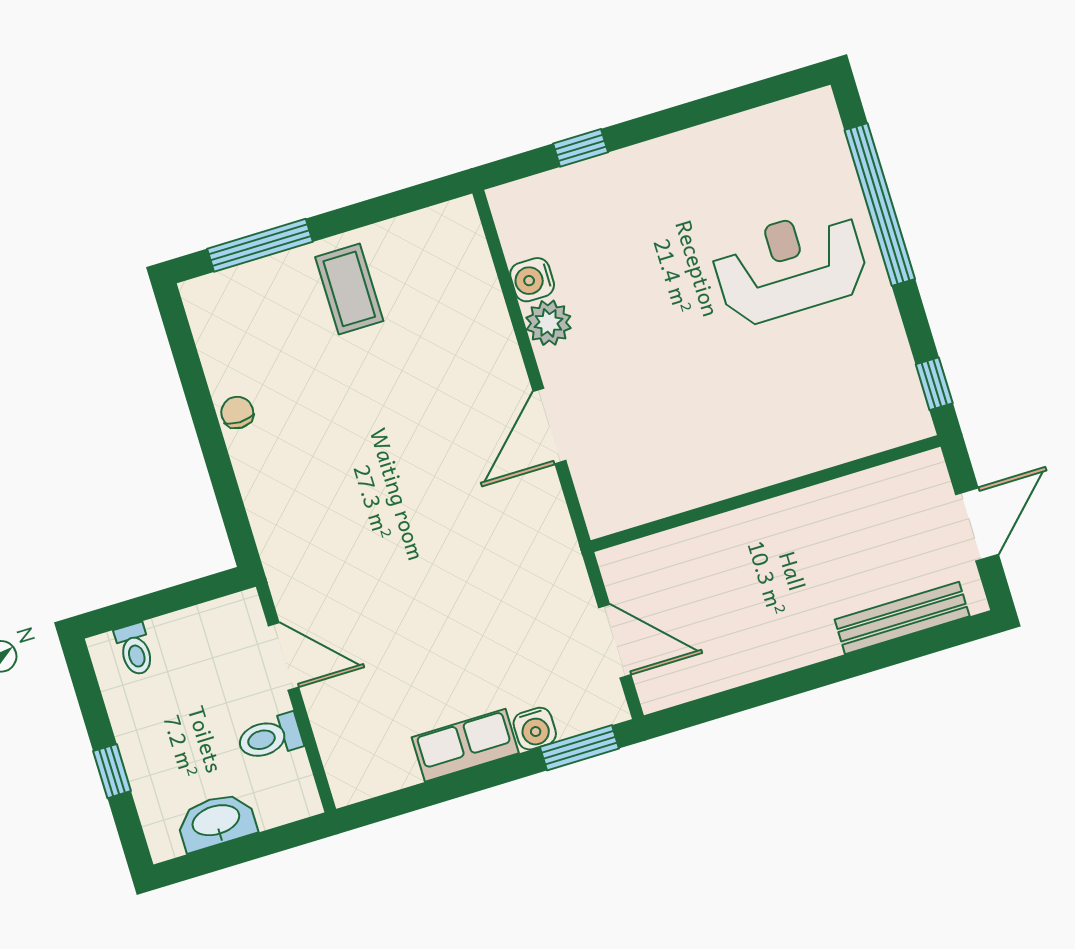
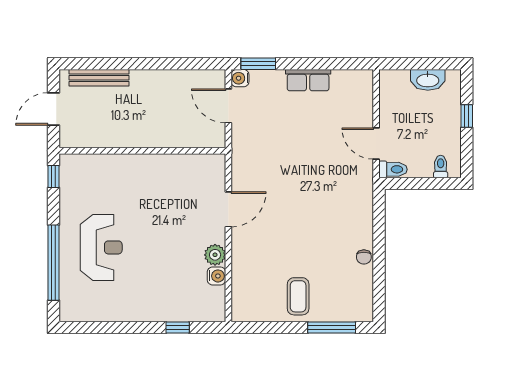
reception desk: (790, 266) -> (101, 247), turned -90
water cooler: (535, 729) -> (240, 78), moved, turned -90
toilet: (270, 737) -> (393, 169), moved

